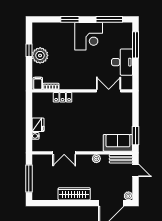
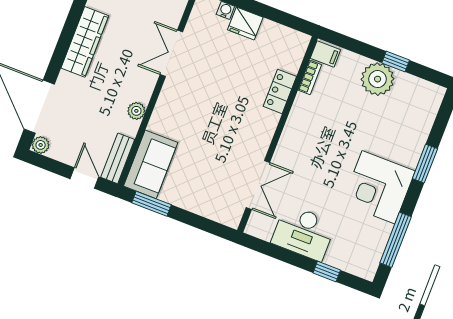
window: (136, 45) -> (327, 271), width x0.46
door: (136, 170) -> (84, 178), swing flipped

